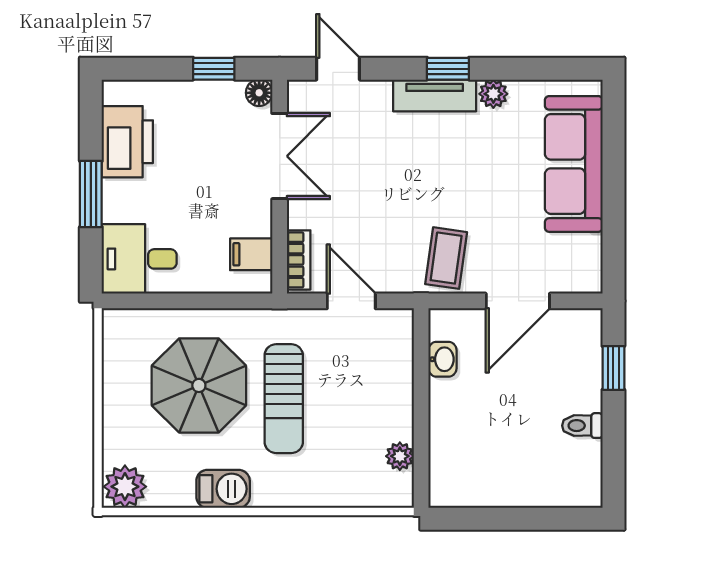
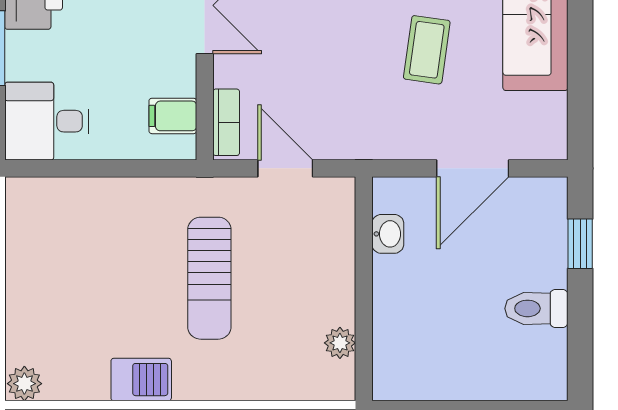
coffee table: (446, 258) -> (427, 50), moved
parasol: (199, 385) -> (114, 263), removed
toilet: (582, 426) -> (536, 308), width x1.37, depth x1.39
plant: (125, 487) -> (24, 384), width x0.73, depth x0.73

